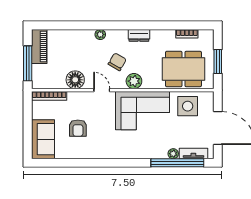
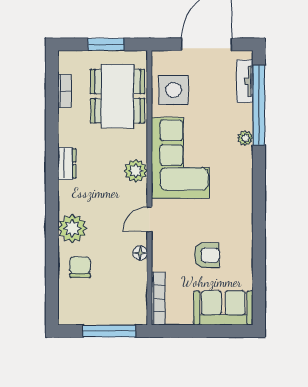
plant: (100, 34) -> (72, 228), width x1.88, depth x1.88
piano: (39, 47) -> (84, 314), removed
chair: (117, 62) -> (80, 267), moved, turned 60
floor lamp: (75, 80) -> (140, 253), width x0.53, depth x0.53
plant: (173, 154) -> (245, 138), moved

